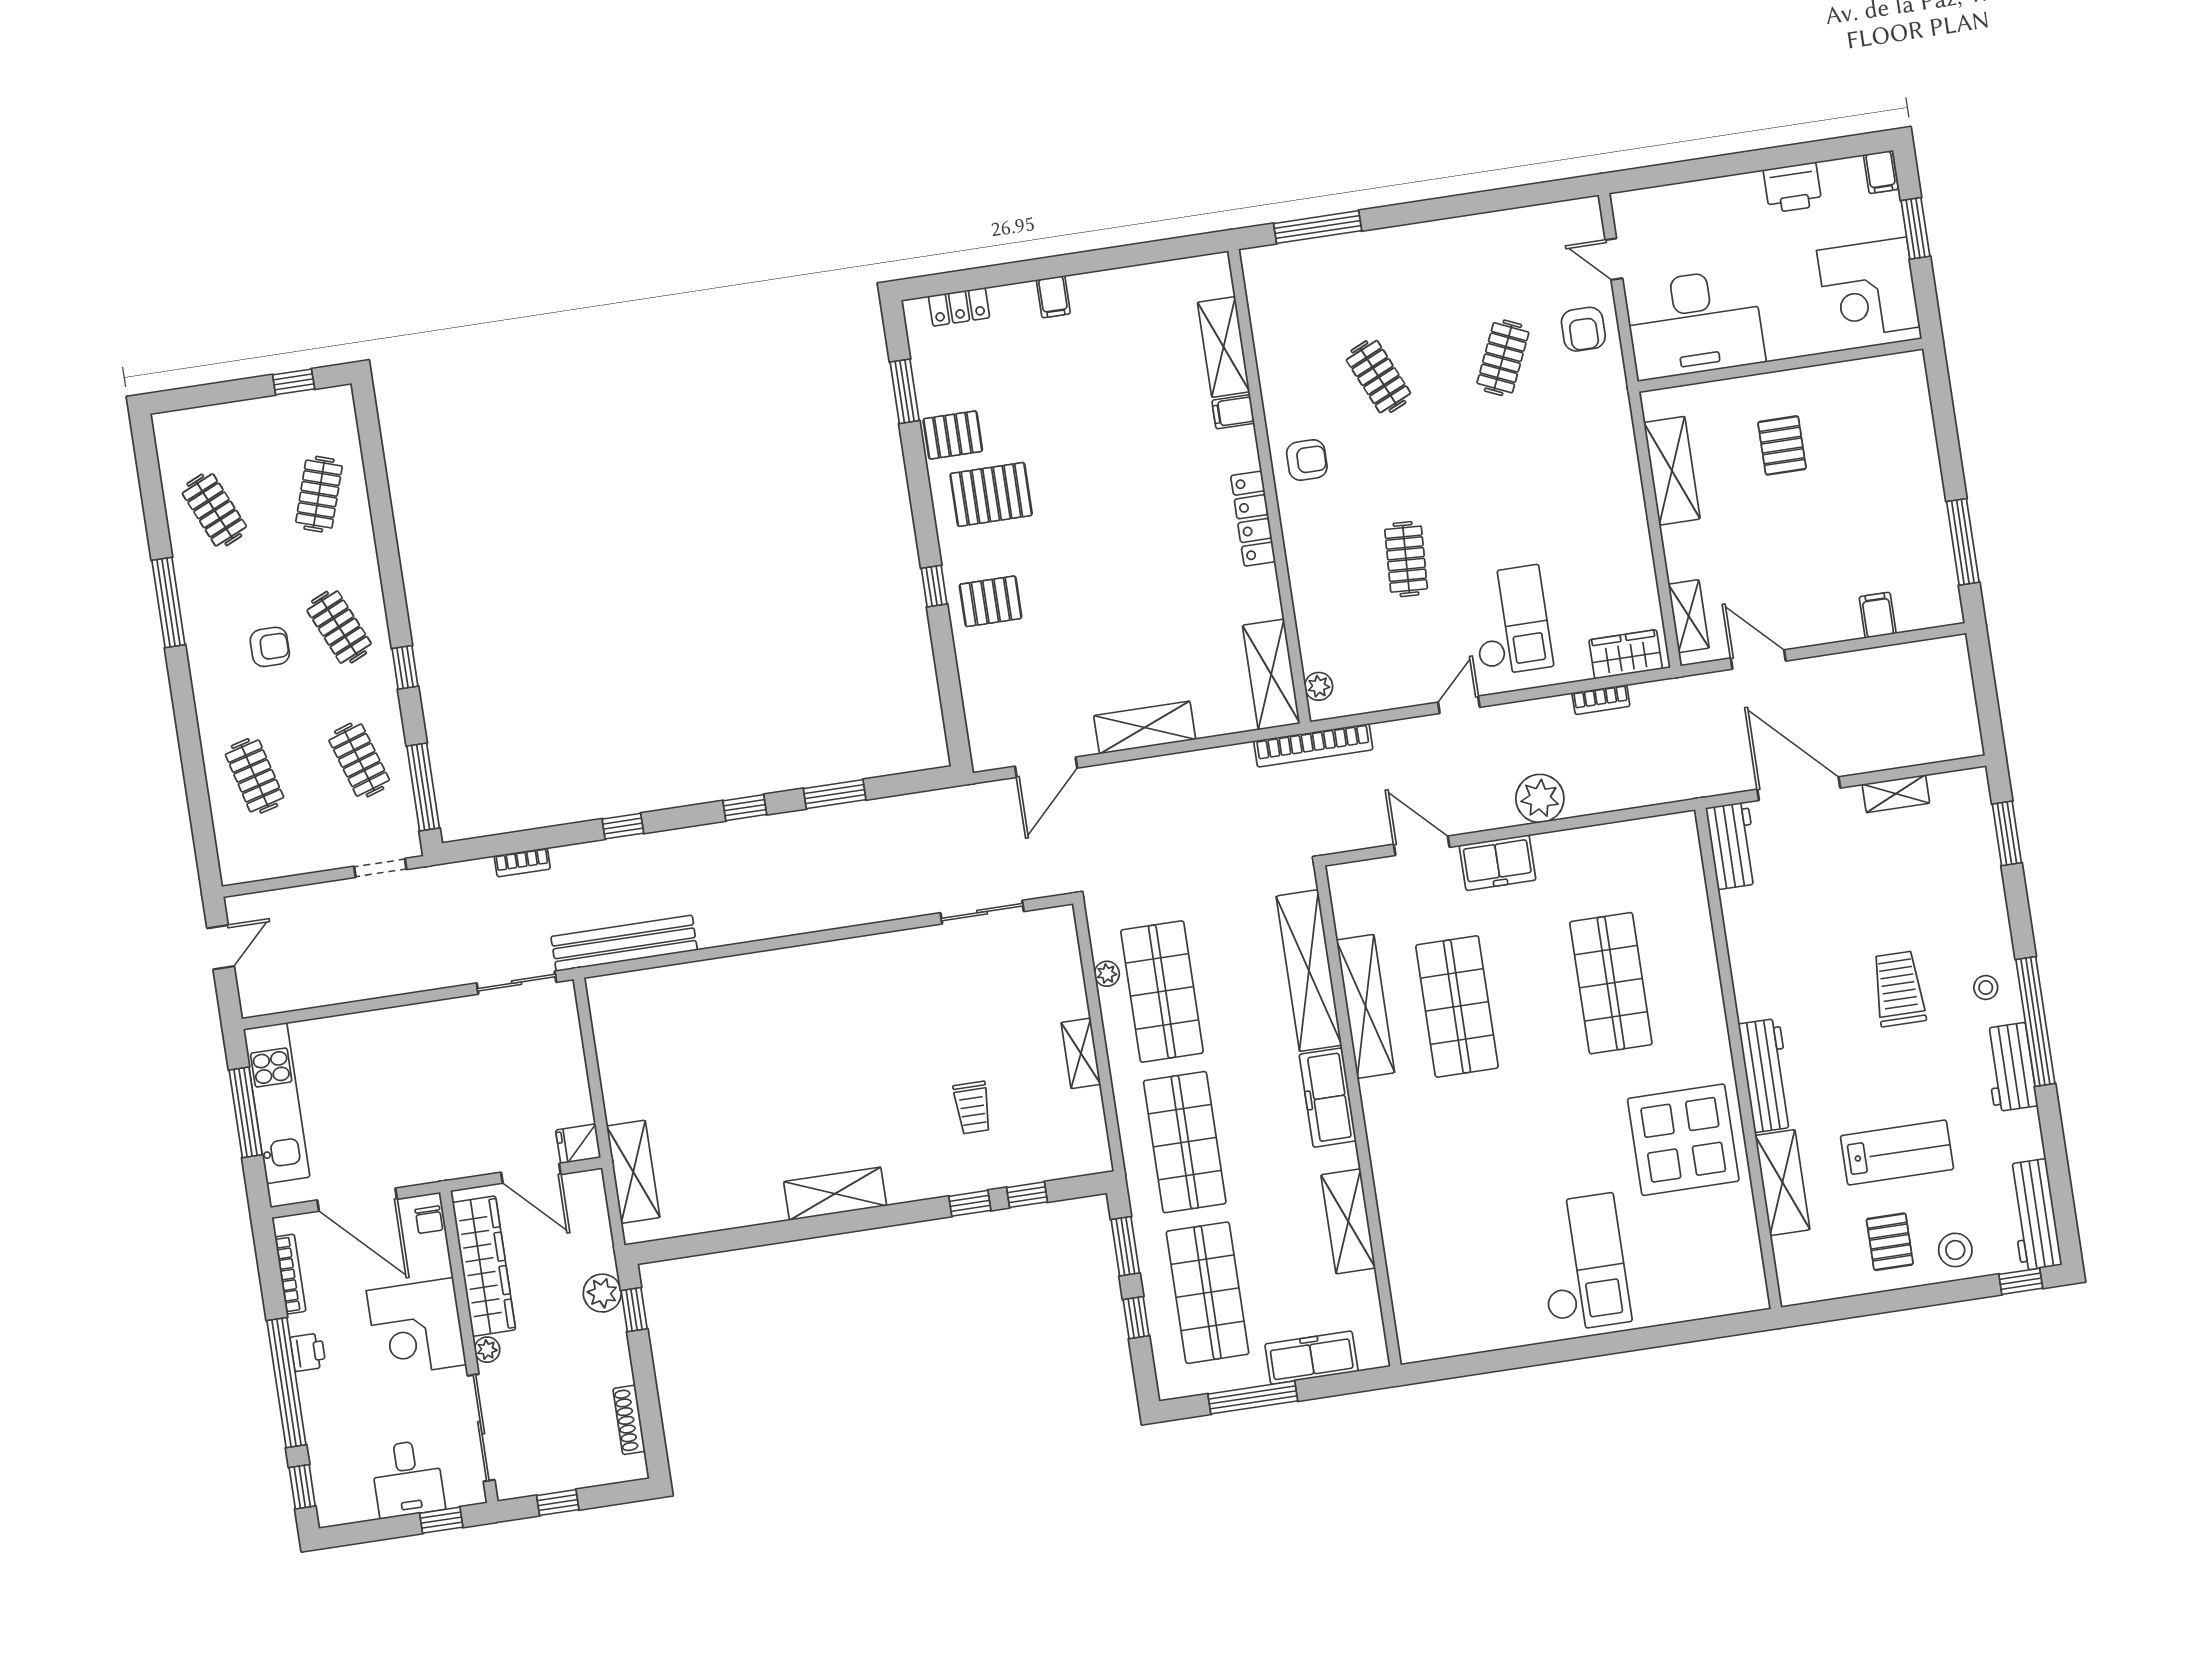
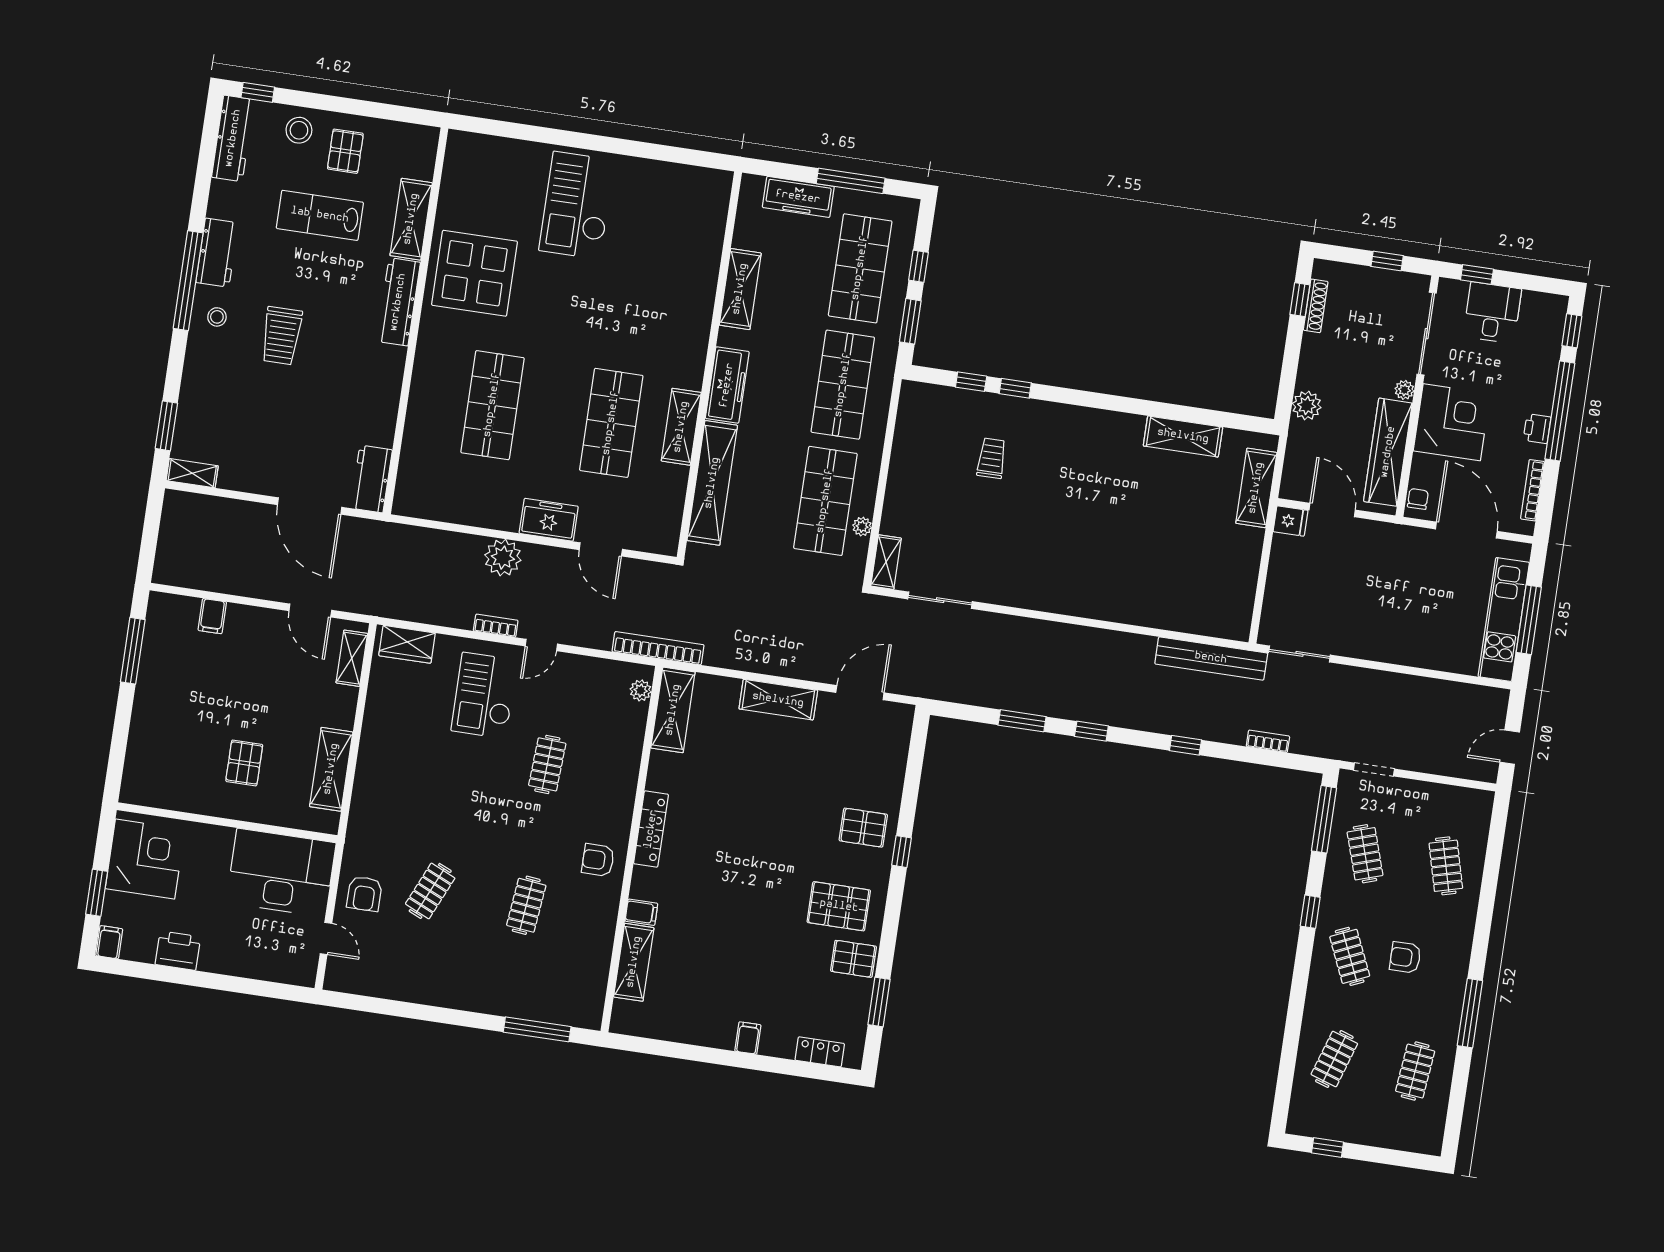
armchair: (1583, 329) -> (364, 894), turned 180
clothes rail: (1378, 377) -> (526, 905), turned 30
clothes rail: (214, 510) -> (1415, 1071), turned 30
bookcase: (1601, 700) -> (496, 626), moved
shelving: (1896, 794) -> (192, 473), moved
shelving: (1365, 1006) -> (681, 427), width x0.68
shelving: (1081, 1053) -> (886, 562), moved
shelving: (835, 1194) -> (1183, 436), moved
window: (634, 1310) -> (1300, 300), moved

